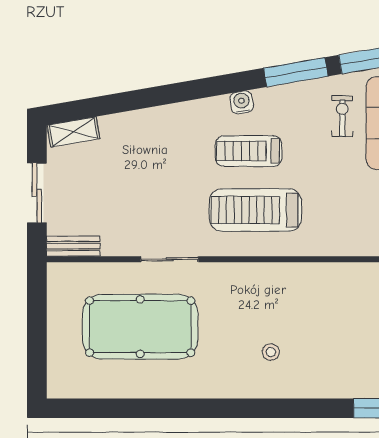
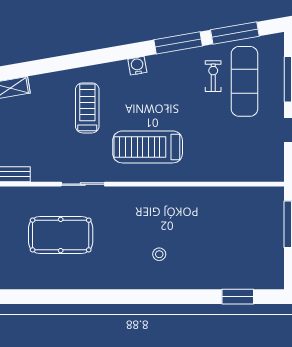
treadmill: (249, 151) -> (87, 108), moved, turned 90
pool table: (140, 327) -> (61, 235), width x0.73, depth x0.76

